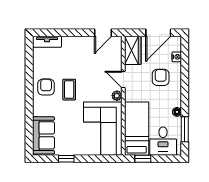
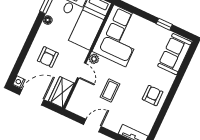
door: (103, 33) -> (92, 125), moved
nightstand: (177, 57) -> (19, 82), moved
armchair: (46, 87) -> (153, 96), turned 180
coffee table: (69, 90) -> (110, 91), moved

